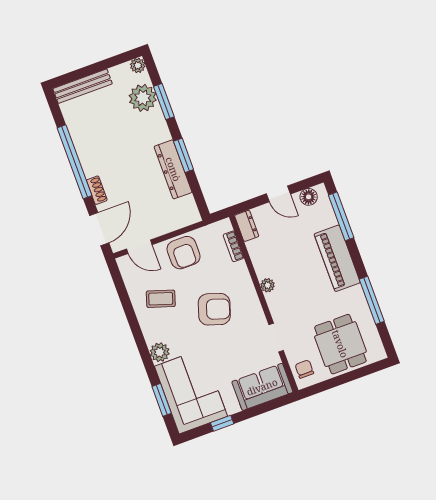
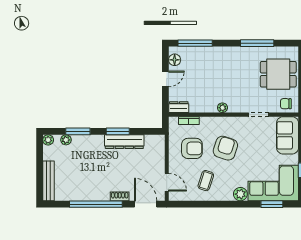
plant: (143, 98) -> (66, 140), width x0.53, depth x0.53
door: (139, 247) -> (167, 182), hinge flipped
armchair: (184, 253) -> (192, 148), moved
piano: (337, 258) -> (221, 56), removed

